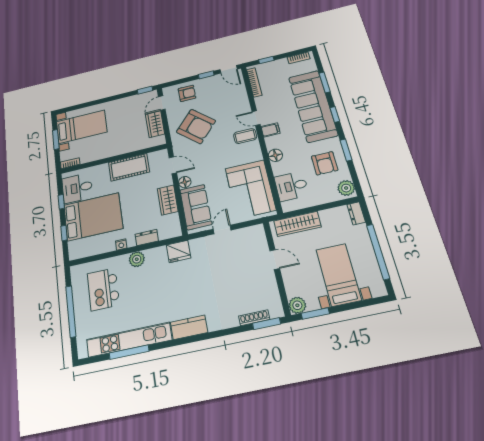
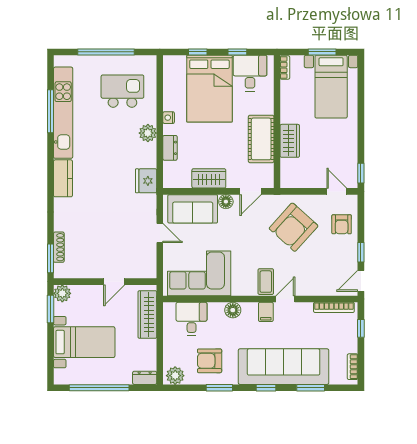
wardrobe: (155, 124) -> (290, 141), moved, turned 90

